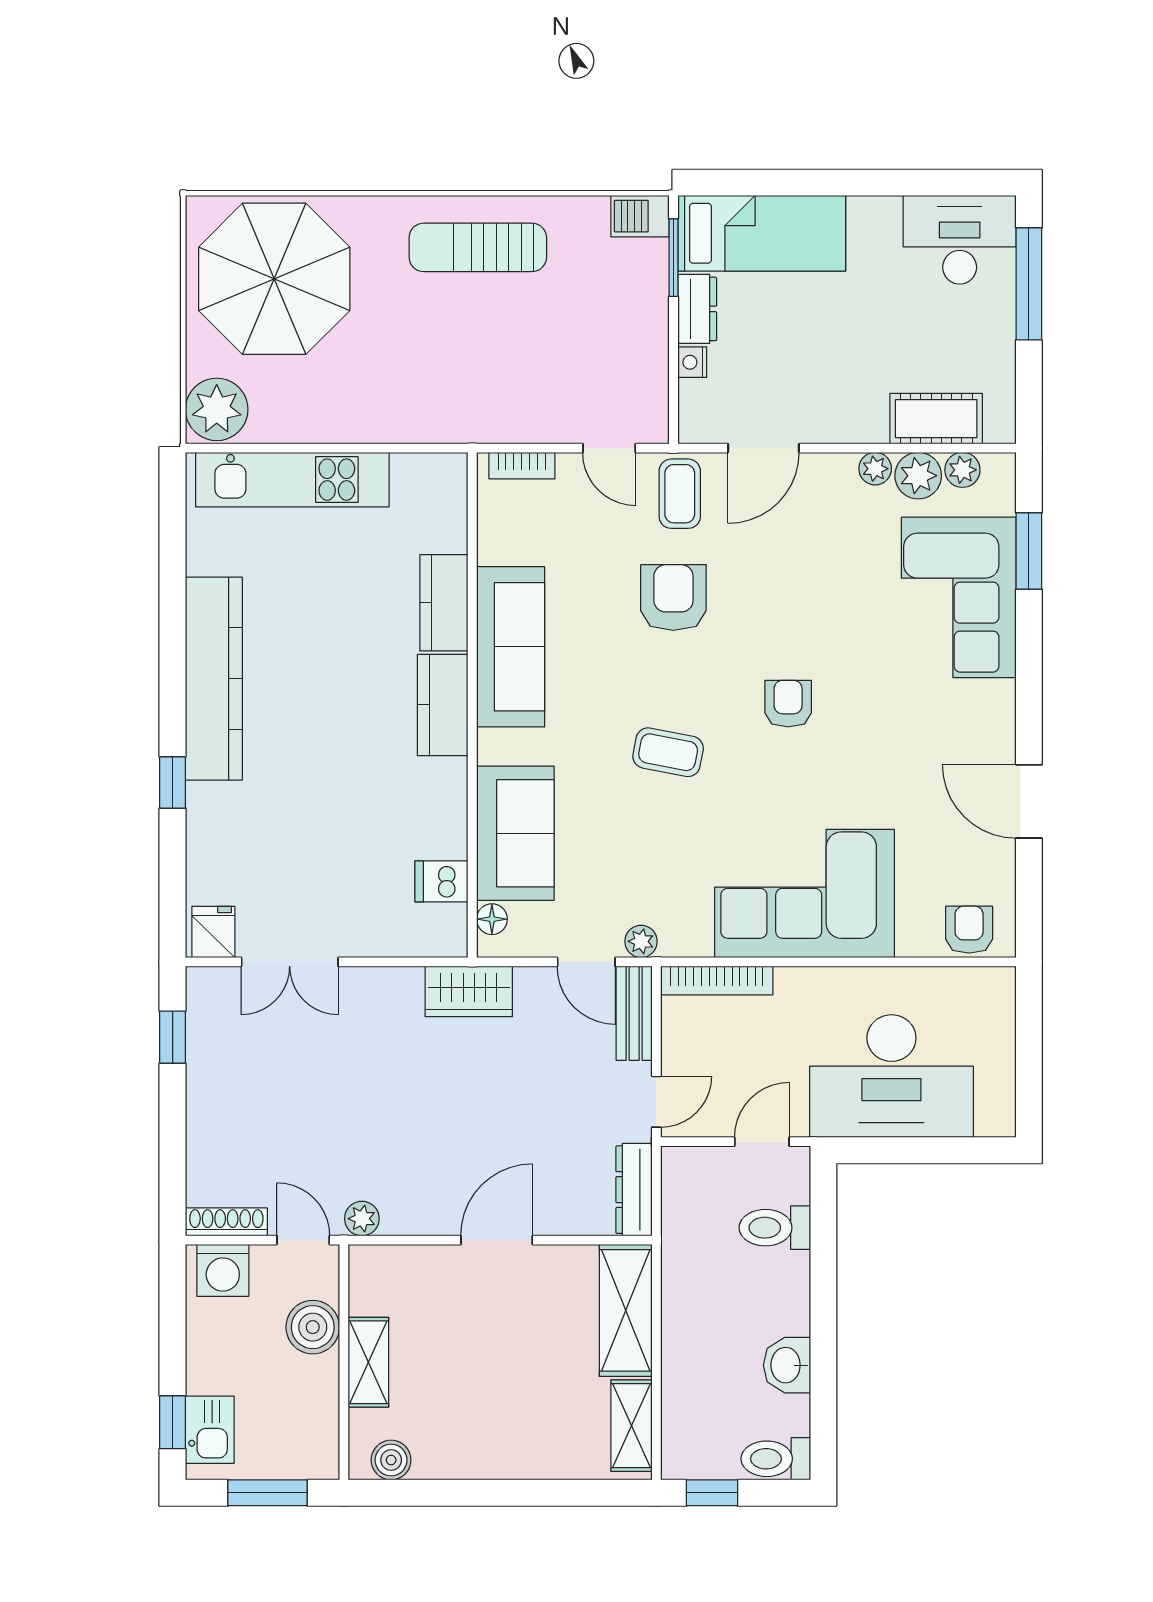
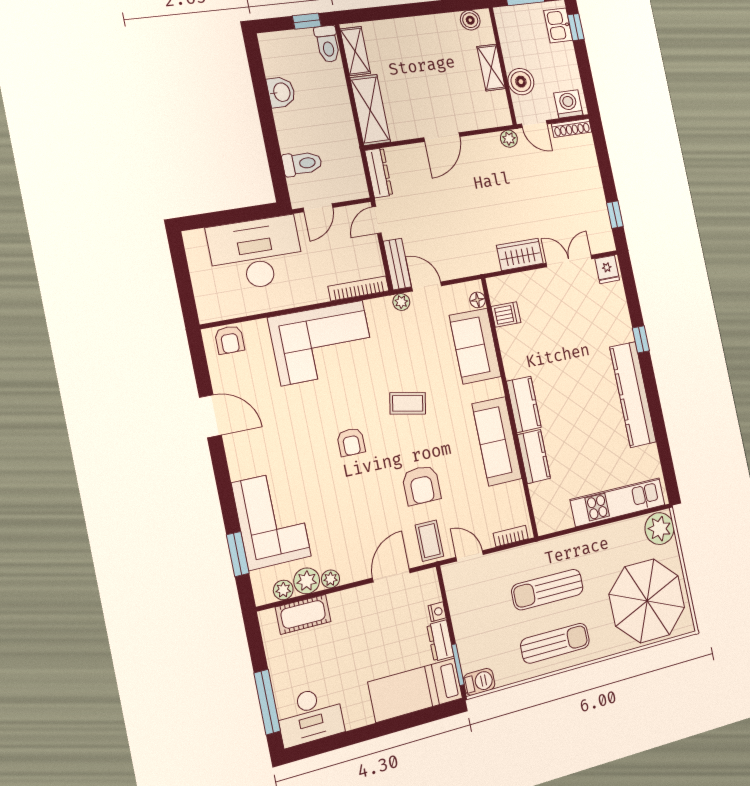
sun lounger: (471, 350) -> (547, 590), added
wardrobe: (469, 991) -> (520, 254), moved
toilet: (776, 1459) -> (328, 44), moved, turned 90

